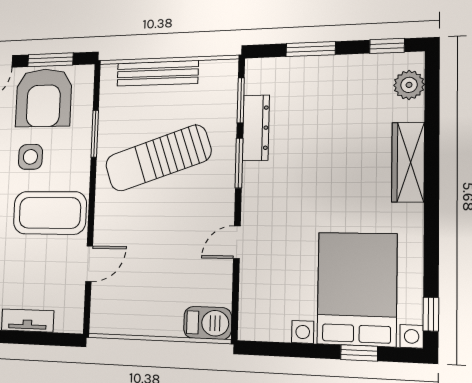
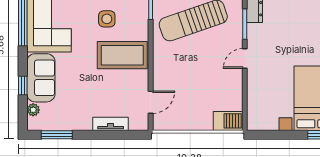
door: (237, 242) -> (245, 59), moved
door: (89, 264) -> (151, 102), moved

